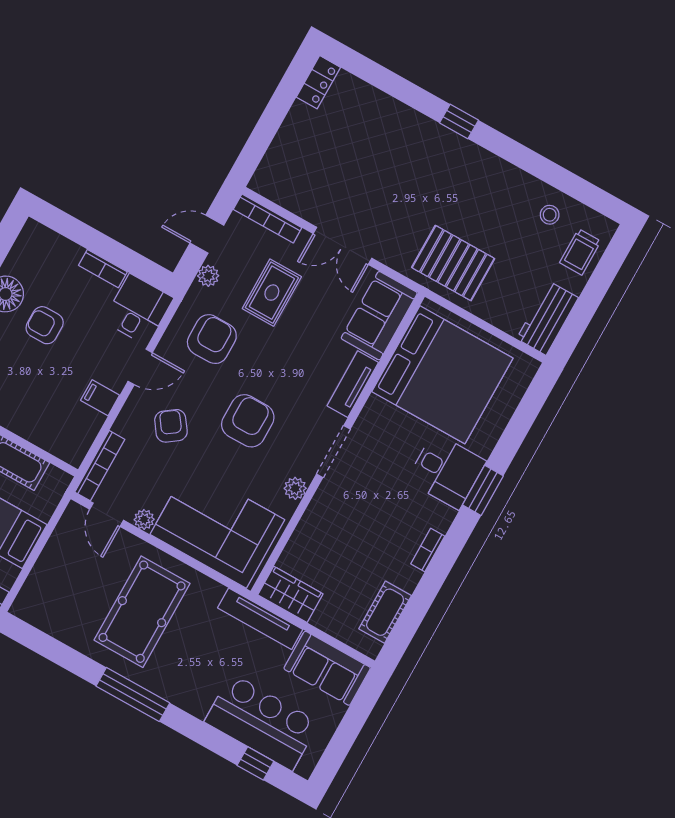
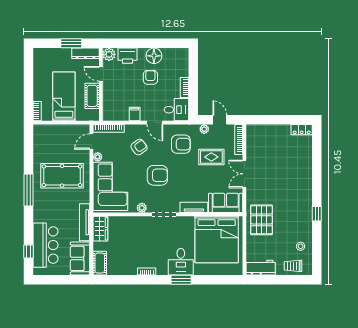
window: (459, 121) -> (317, 214), moved
cot: (385, 612) -> (100, 263), moved, turned 90

